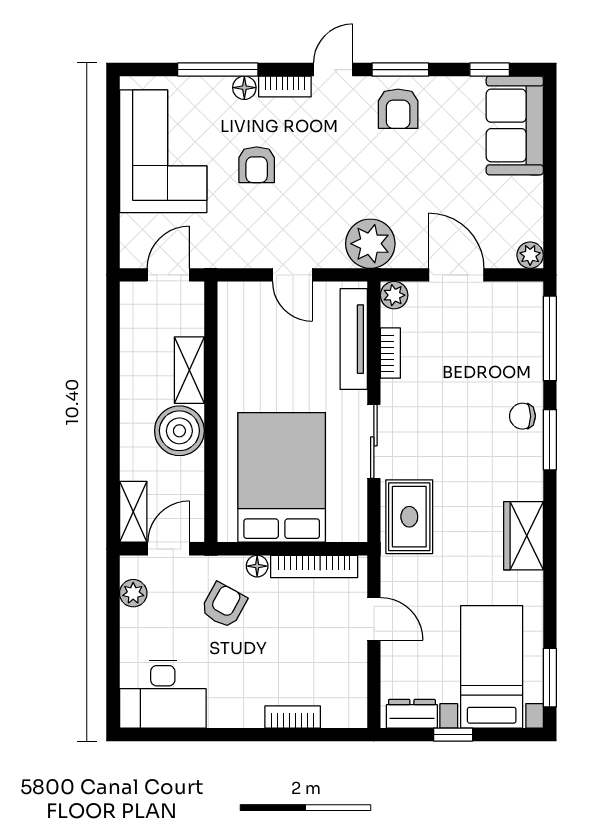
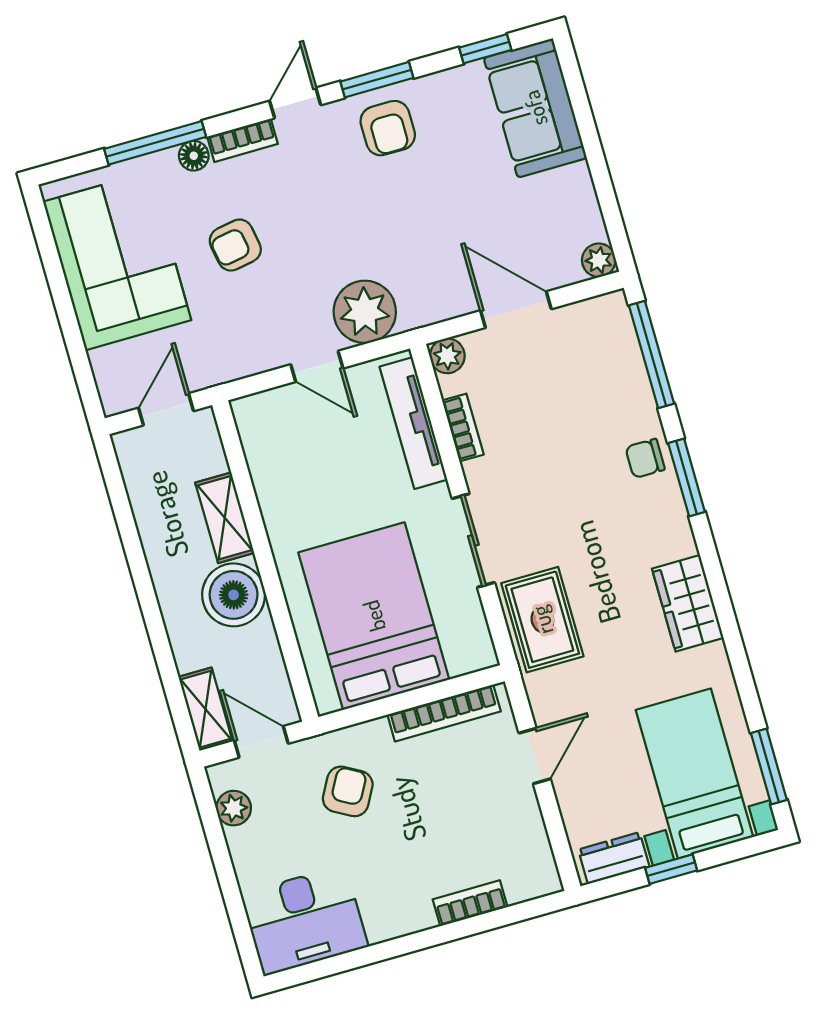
armchair: (257, 165) -> (235, 245), turned 80
plant: (370, 244) -> (365, 312), moved
door: (169, 549) -> (261, 742), hinge flipped
floor lamp: (257, 566) -> (375, 732), removed
door: (374, 619) -> (535, 756), hinge flipped

